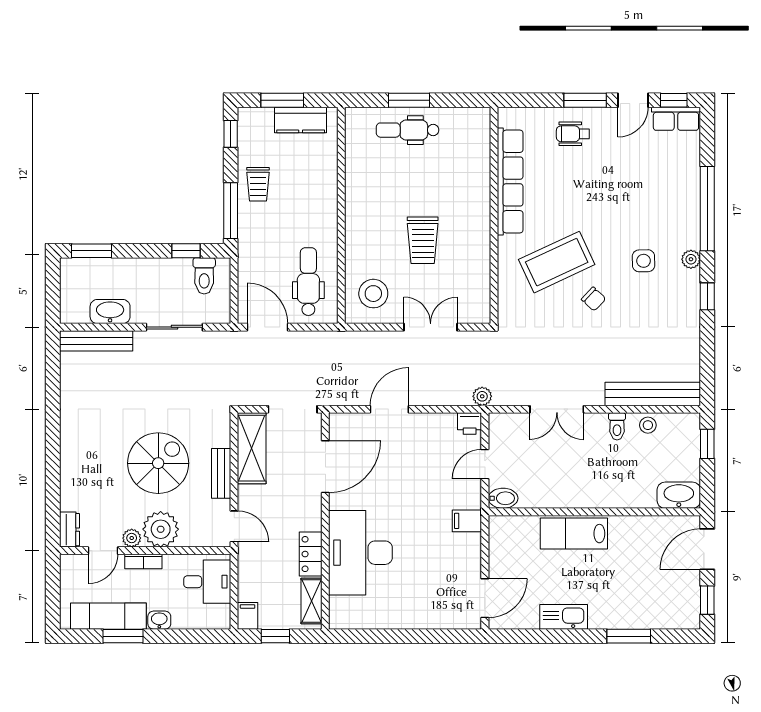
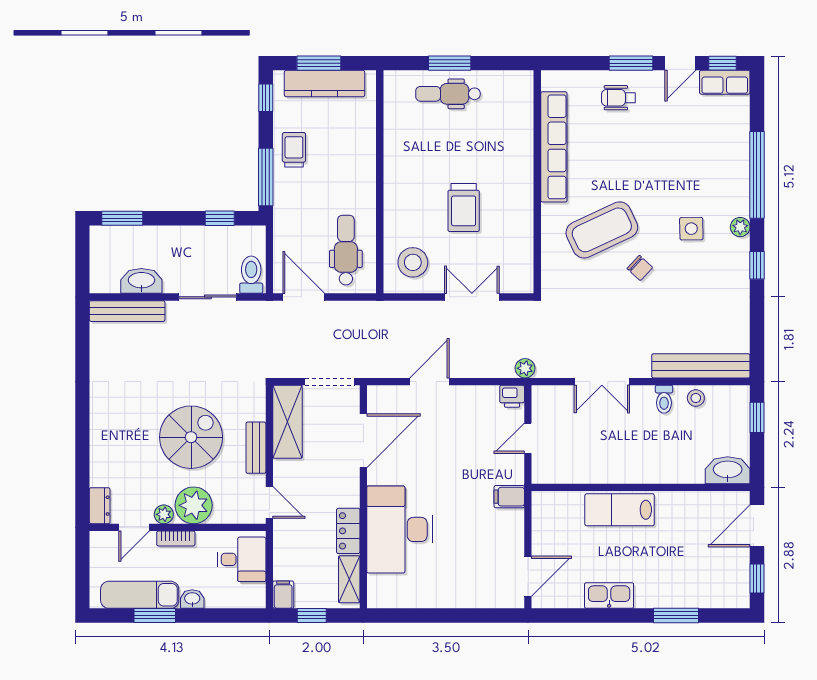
kitchen counter: (301, 120) -> (325, 84), width x1.50
trolley: (258, 184) -> (294, 150), turned 180
toilet: (204, 276) -> (251, 275), moved, turned 180
bidet: (503, 498) -> (547, 473), removed

